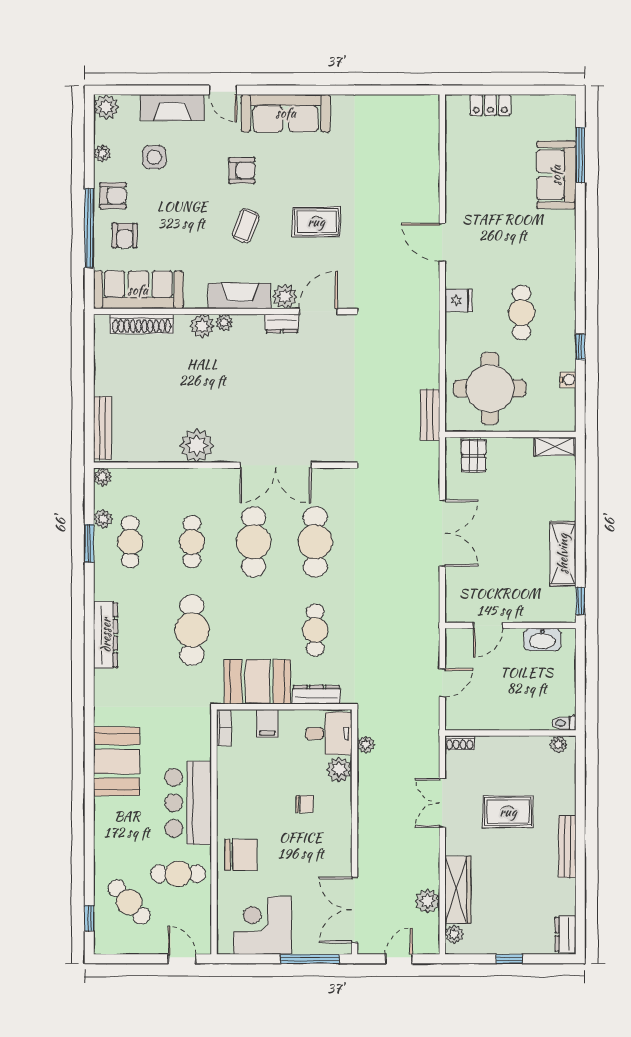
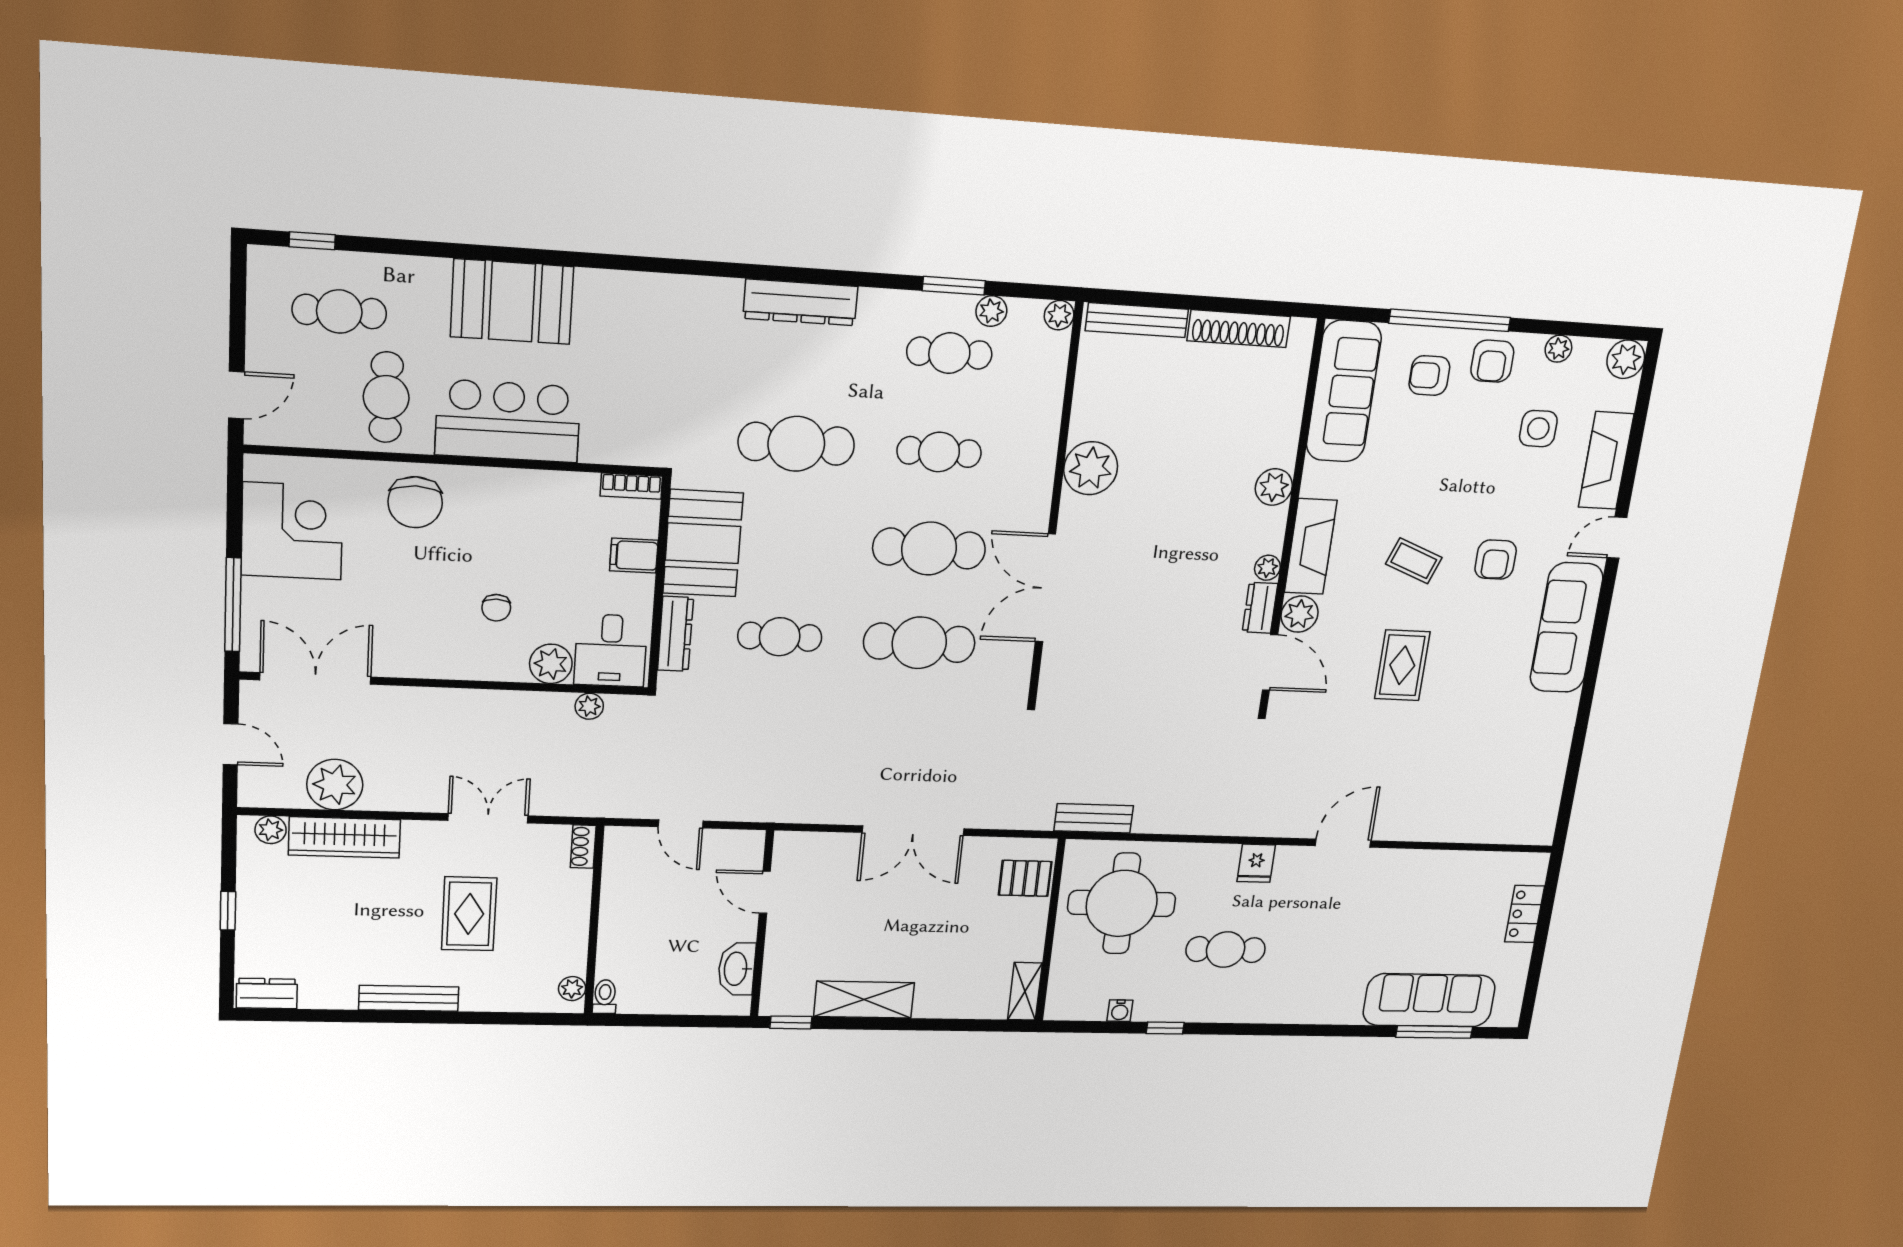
sofa: (556, 175) -> (1429, 1000), width x1.36
plant: (224, 322) -> (1267, 568), moved
shoe rack: (142, 324) -> (1239, 329), moved, turned -90
booth: (117, 761) -> (512, 302), moved
plant: (427, 901) -> (335, 785), width x1.36, depth x1.36
cafe table: (129, 902) -> (339, 312), turned 42

